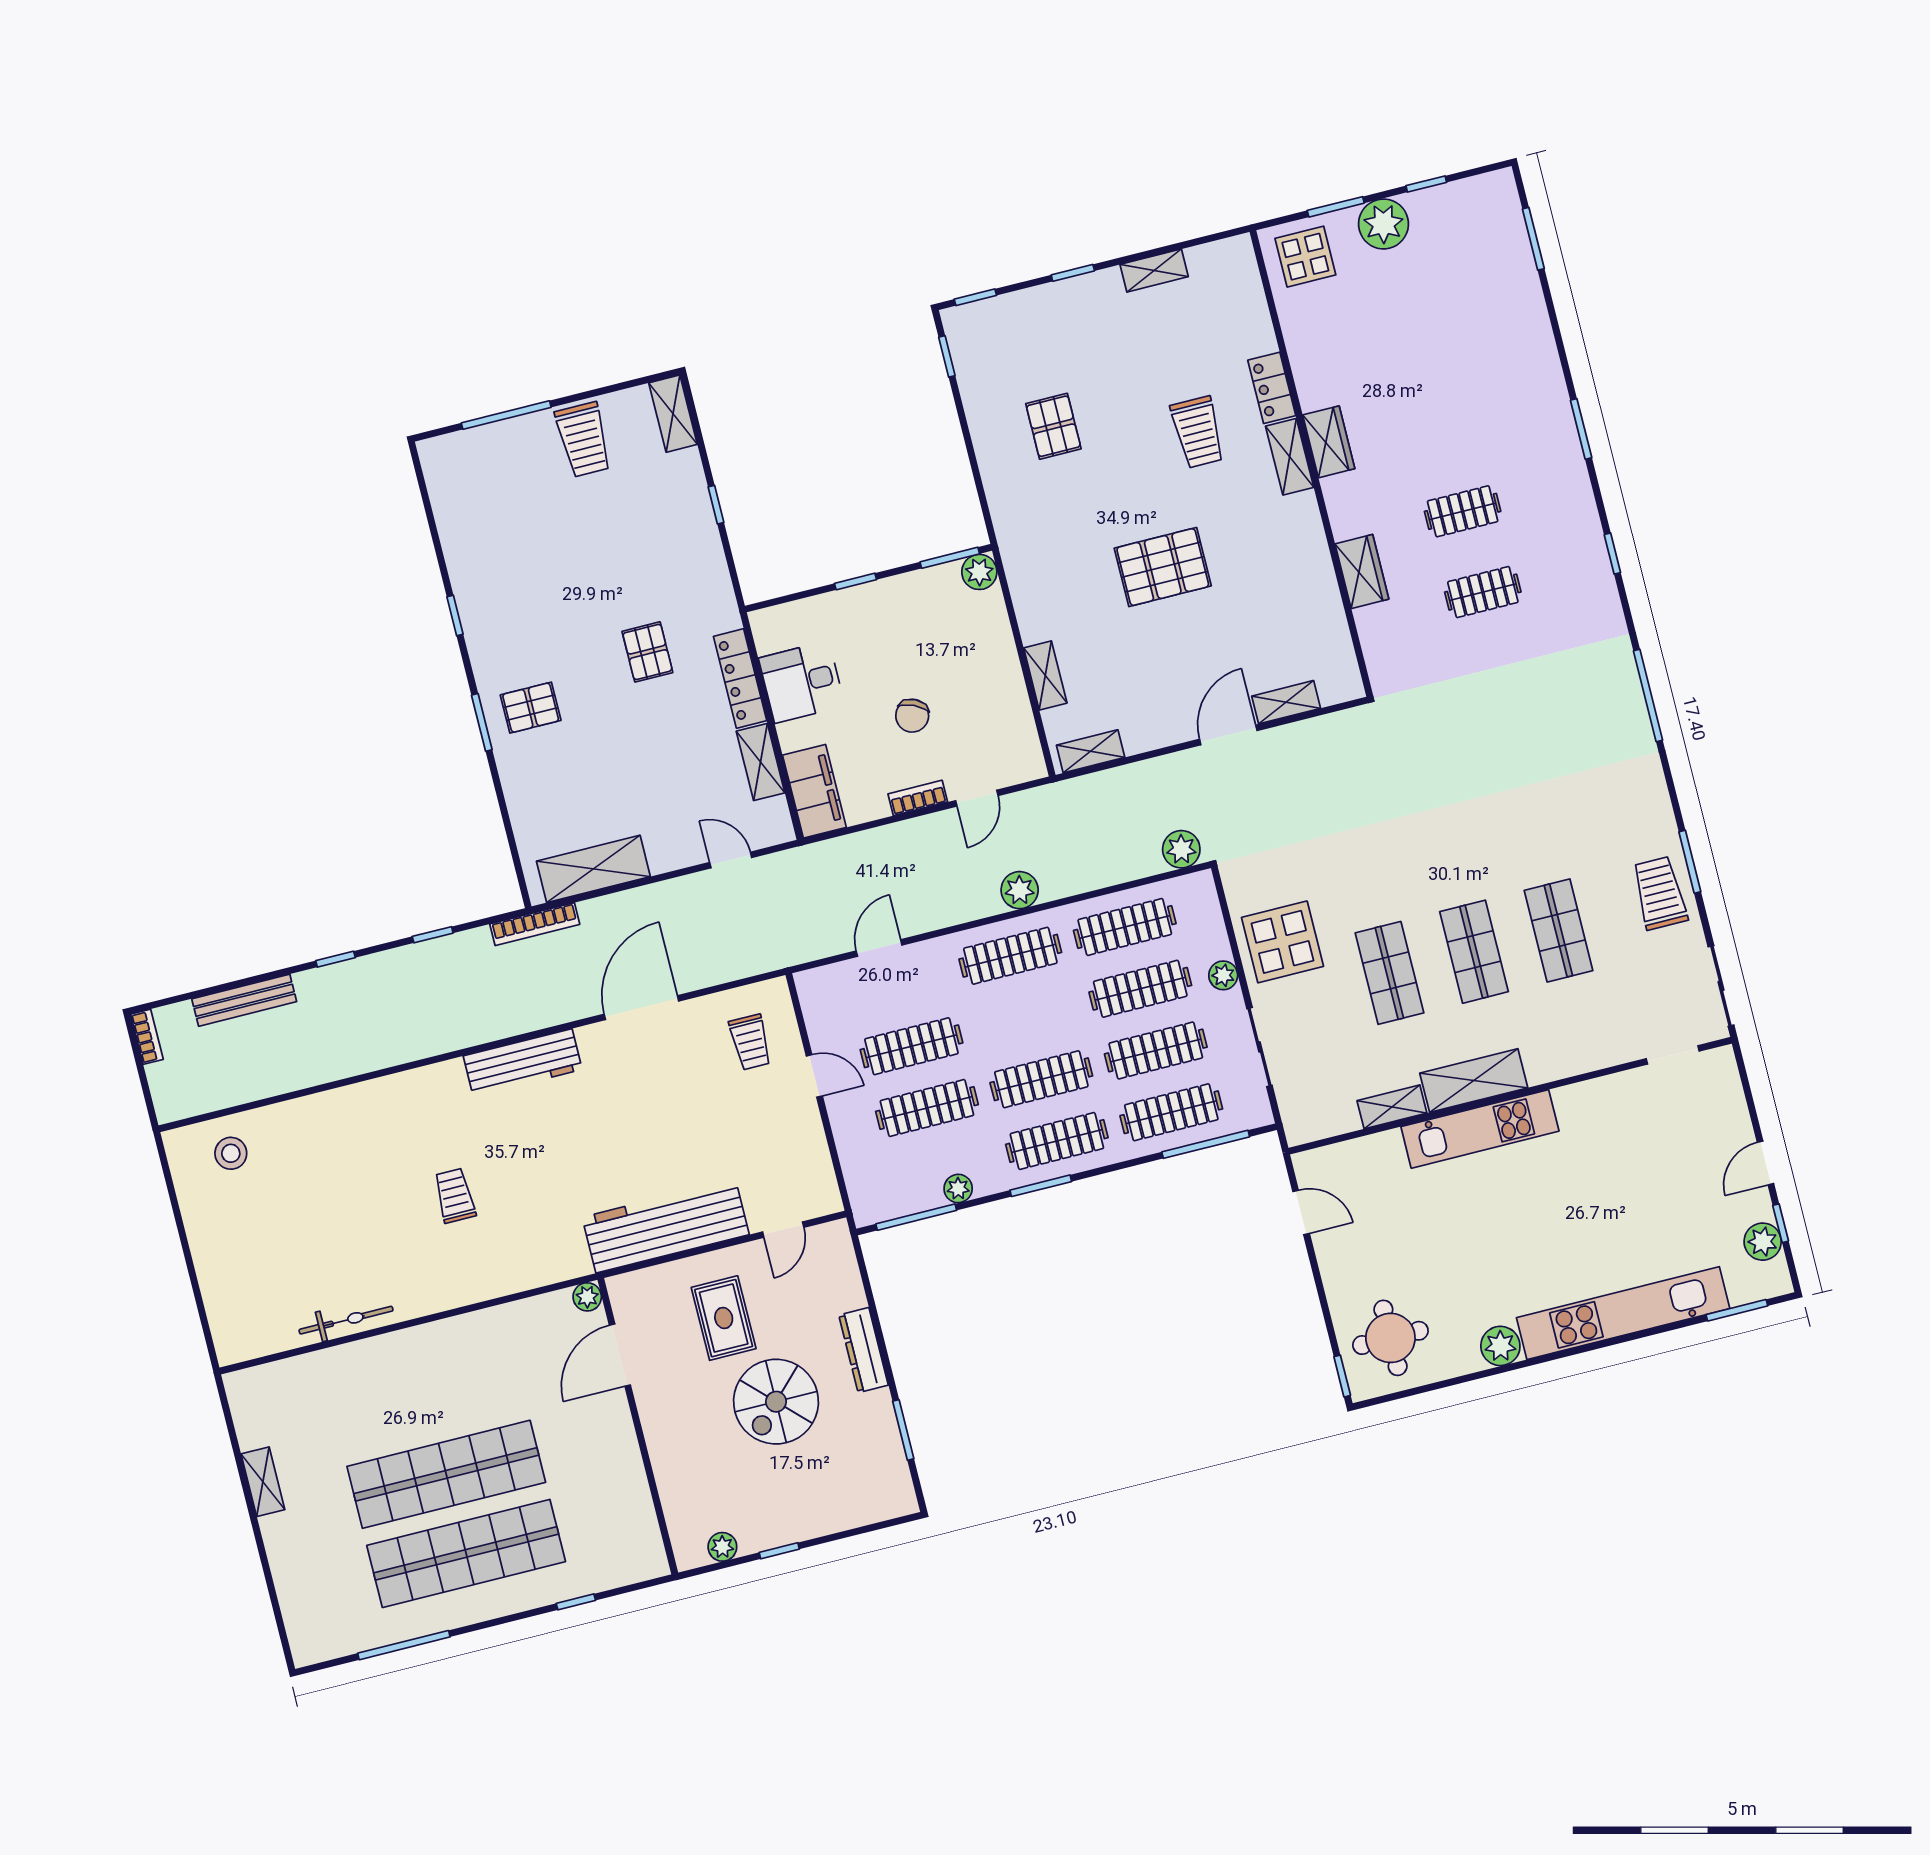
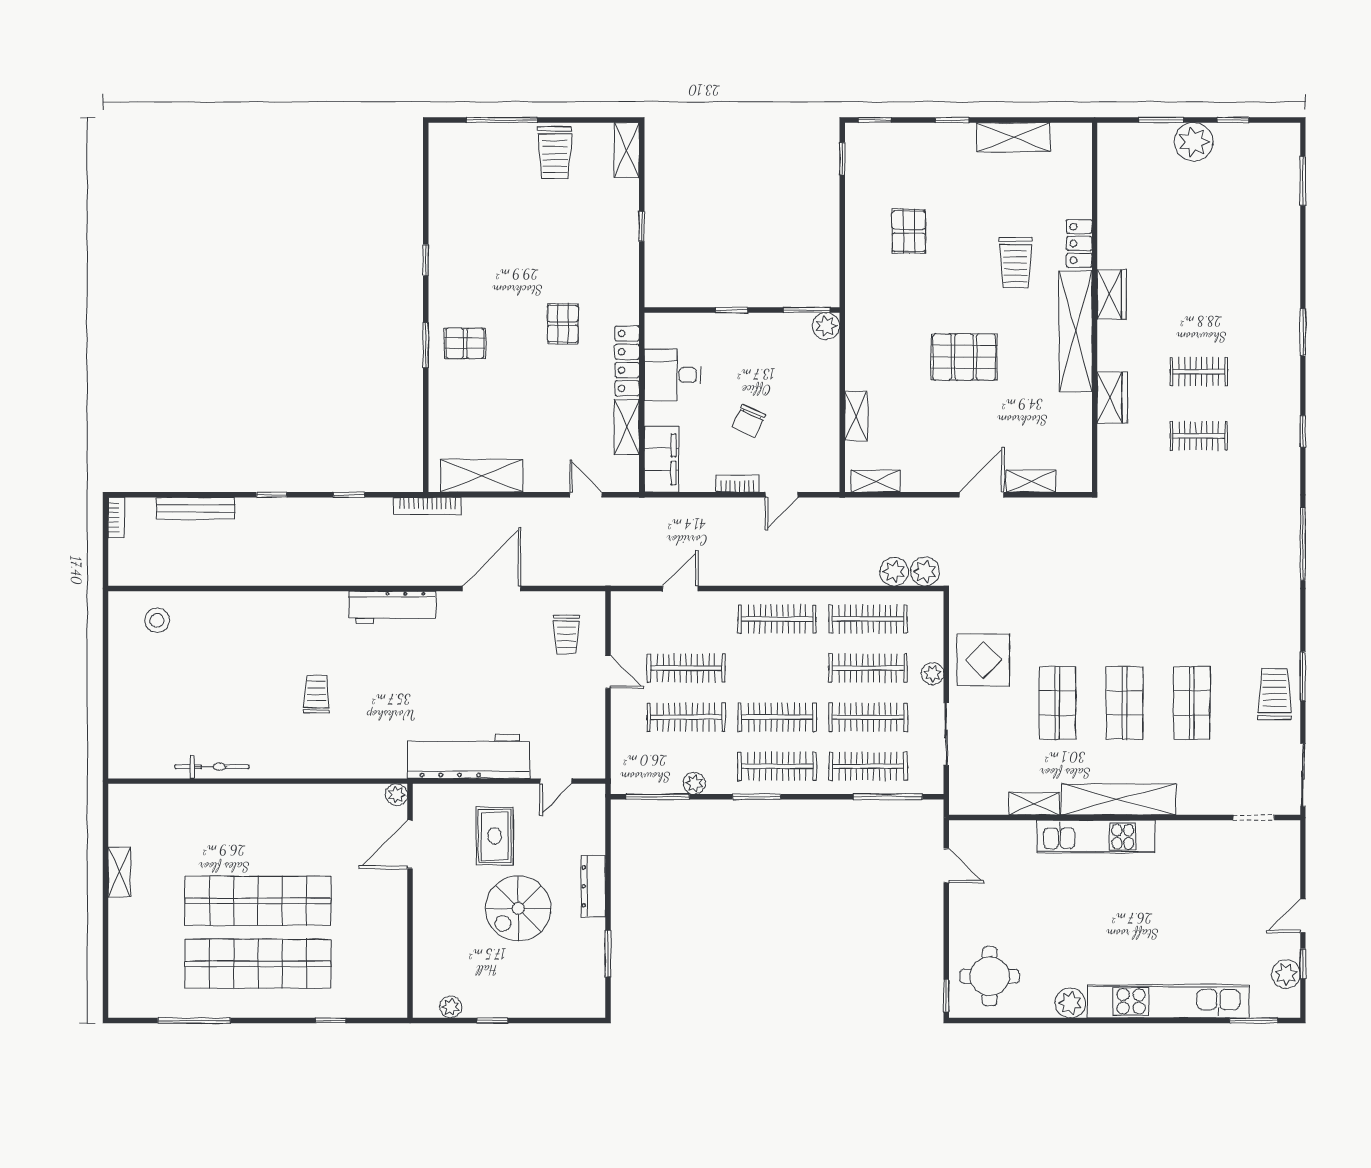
display table: (1305, 257) -> (1129, 152), removed
shelving: (1154, 271) -> (1013, 137), width x1.50, depth x1.33
shelving: (1290, 457) -> (1076, 331), width x2.20, depth x1.33
plant: (1020, 890) -> (894, 572), moved
shelving: (1474, 1081) -> (1118, 799), width x1.47

